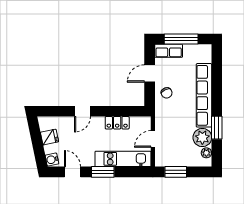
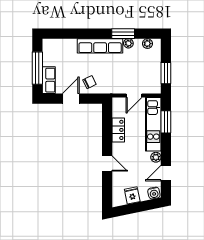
door: (150, 74) -> (71, 99), swing flipped
row of seats: (204, 95) -> (100, 46), width x0.73
plant: (202, 137) -> (128, 43), width x0.53, depth x0.53
door: (153, 139) -> (134, 95), hinge flipped
plant: (89, 162) -> (156, 157), added
window: (103, 172) -> (166, 122), moved

